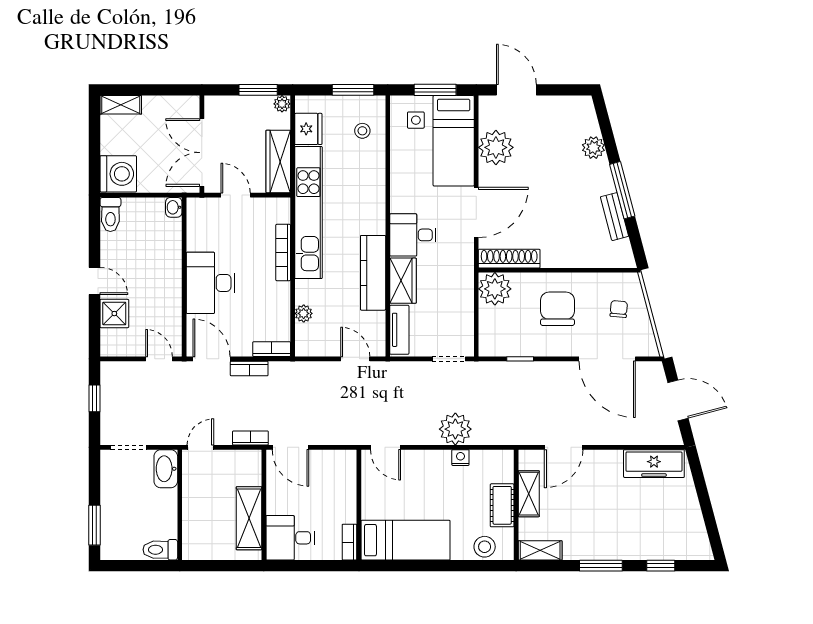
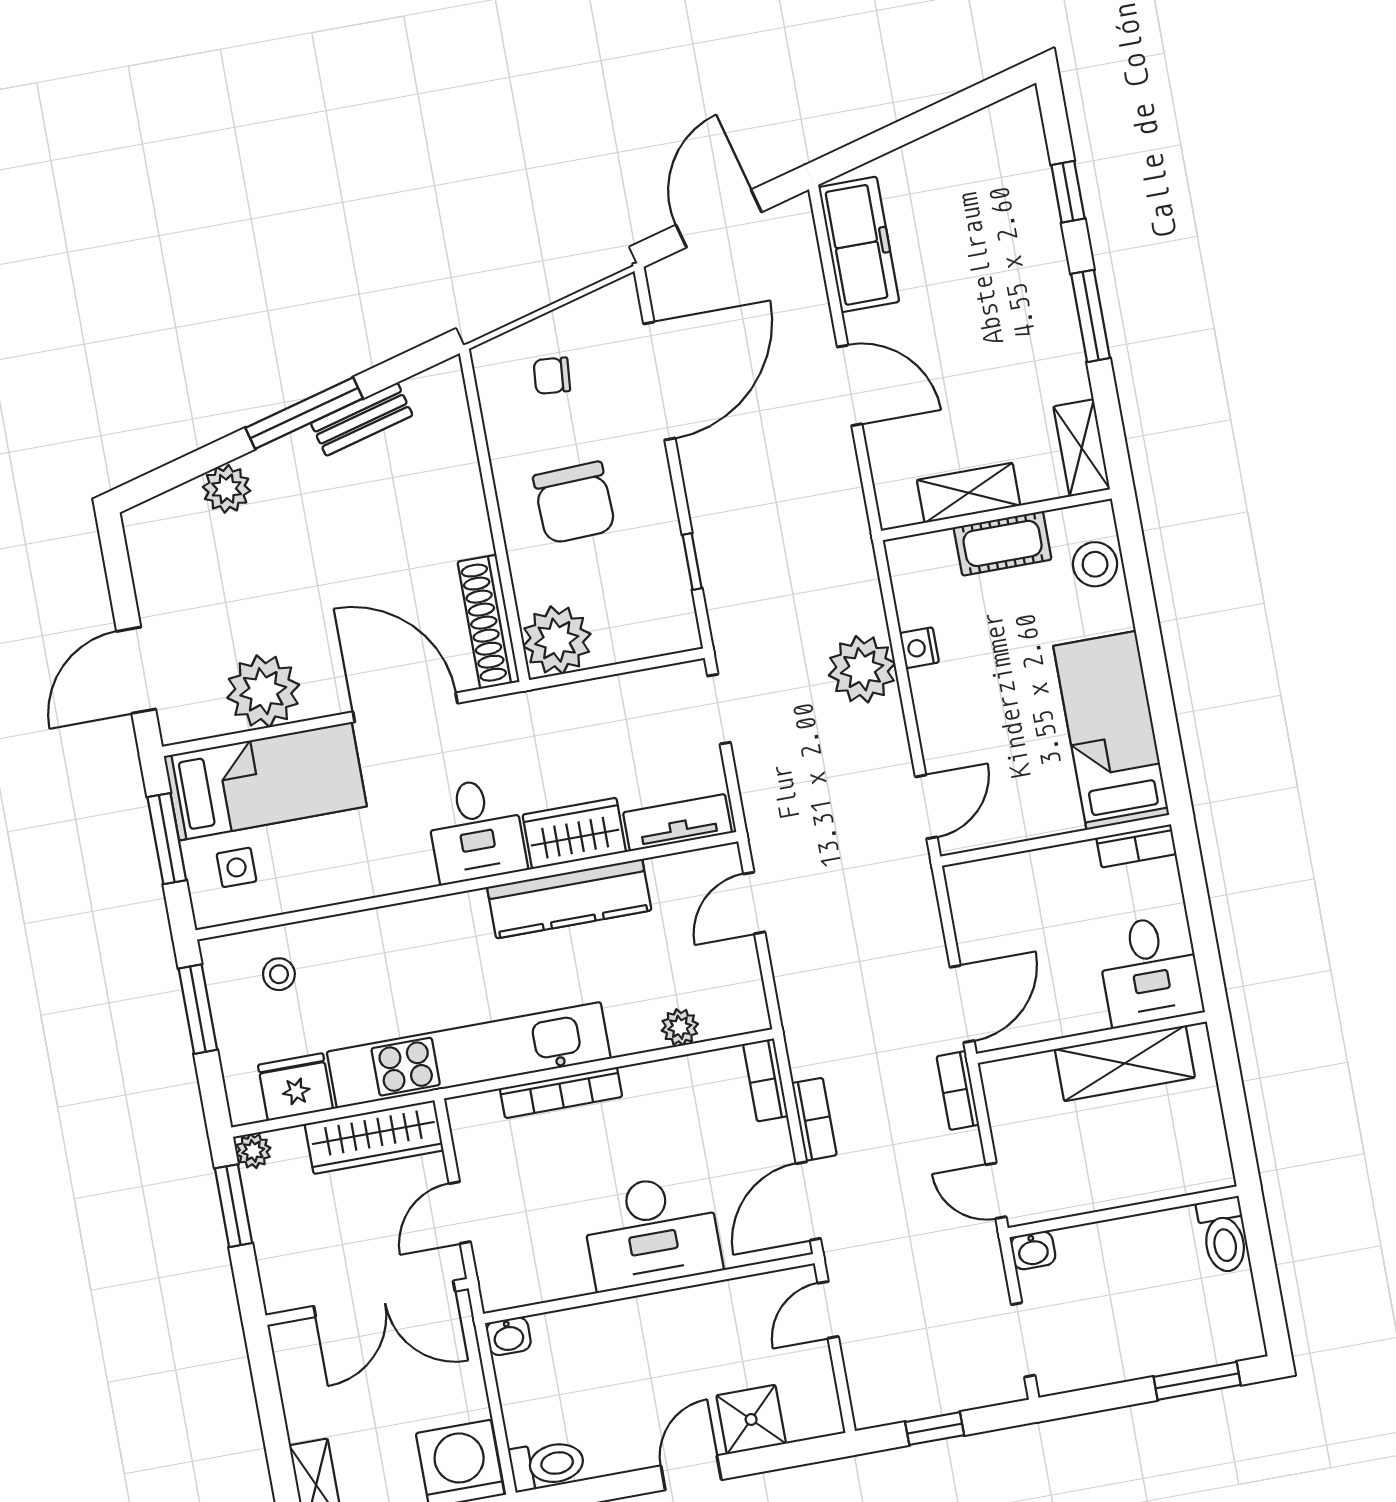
chair: (557, 309) -> (574, 503), turned -92
door: (564, 447) -> (850, 385), moved
washbasin: (166, 469) -> (1033, 1250), width x0.52, depth x0.69

